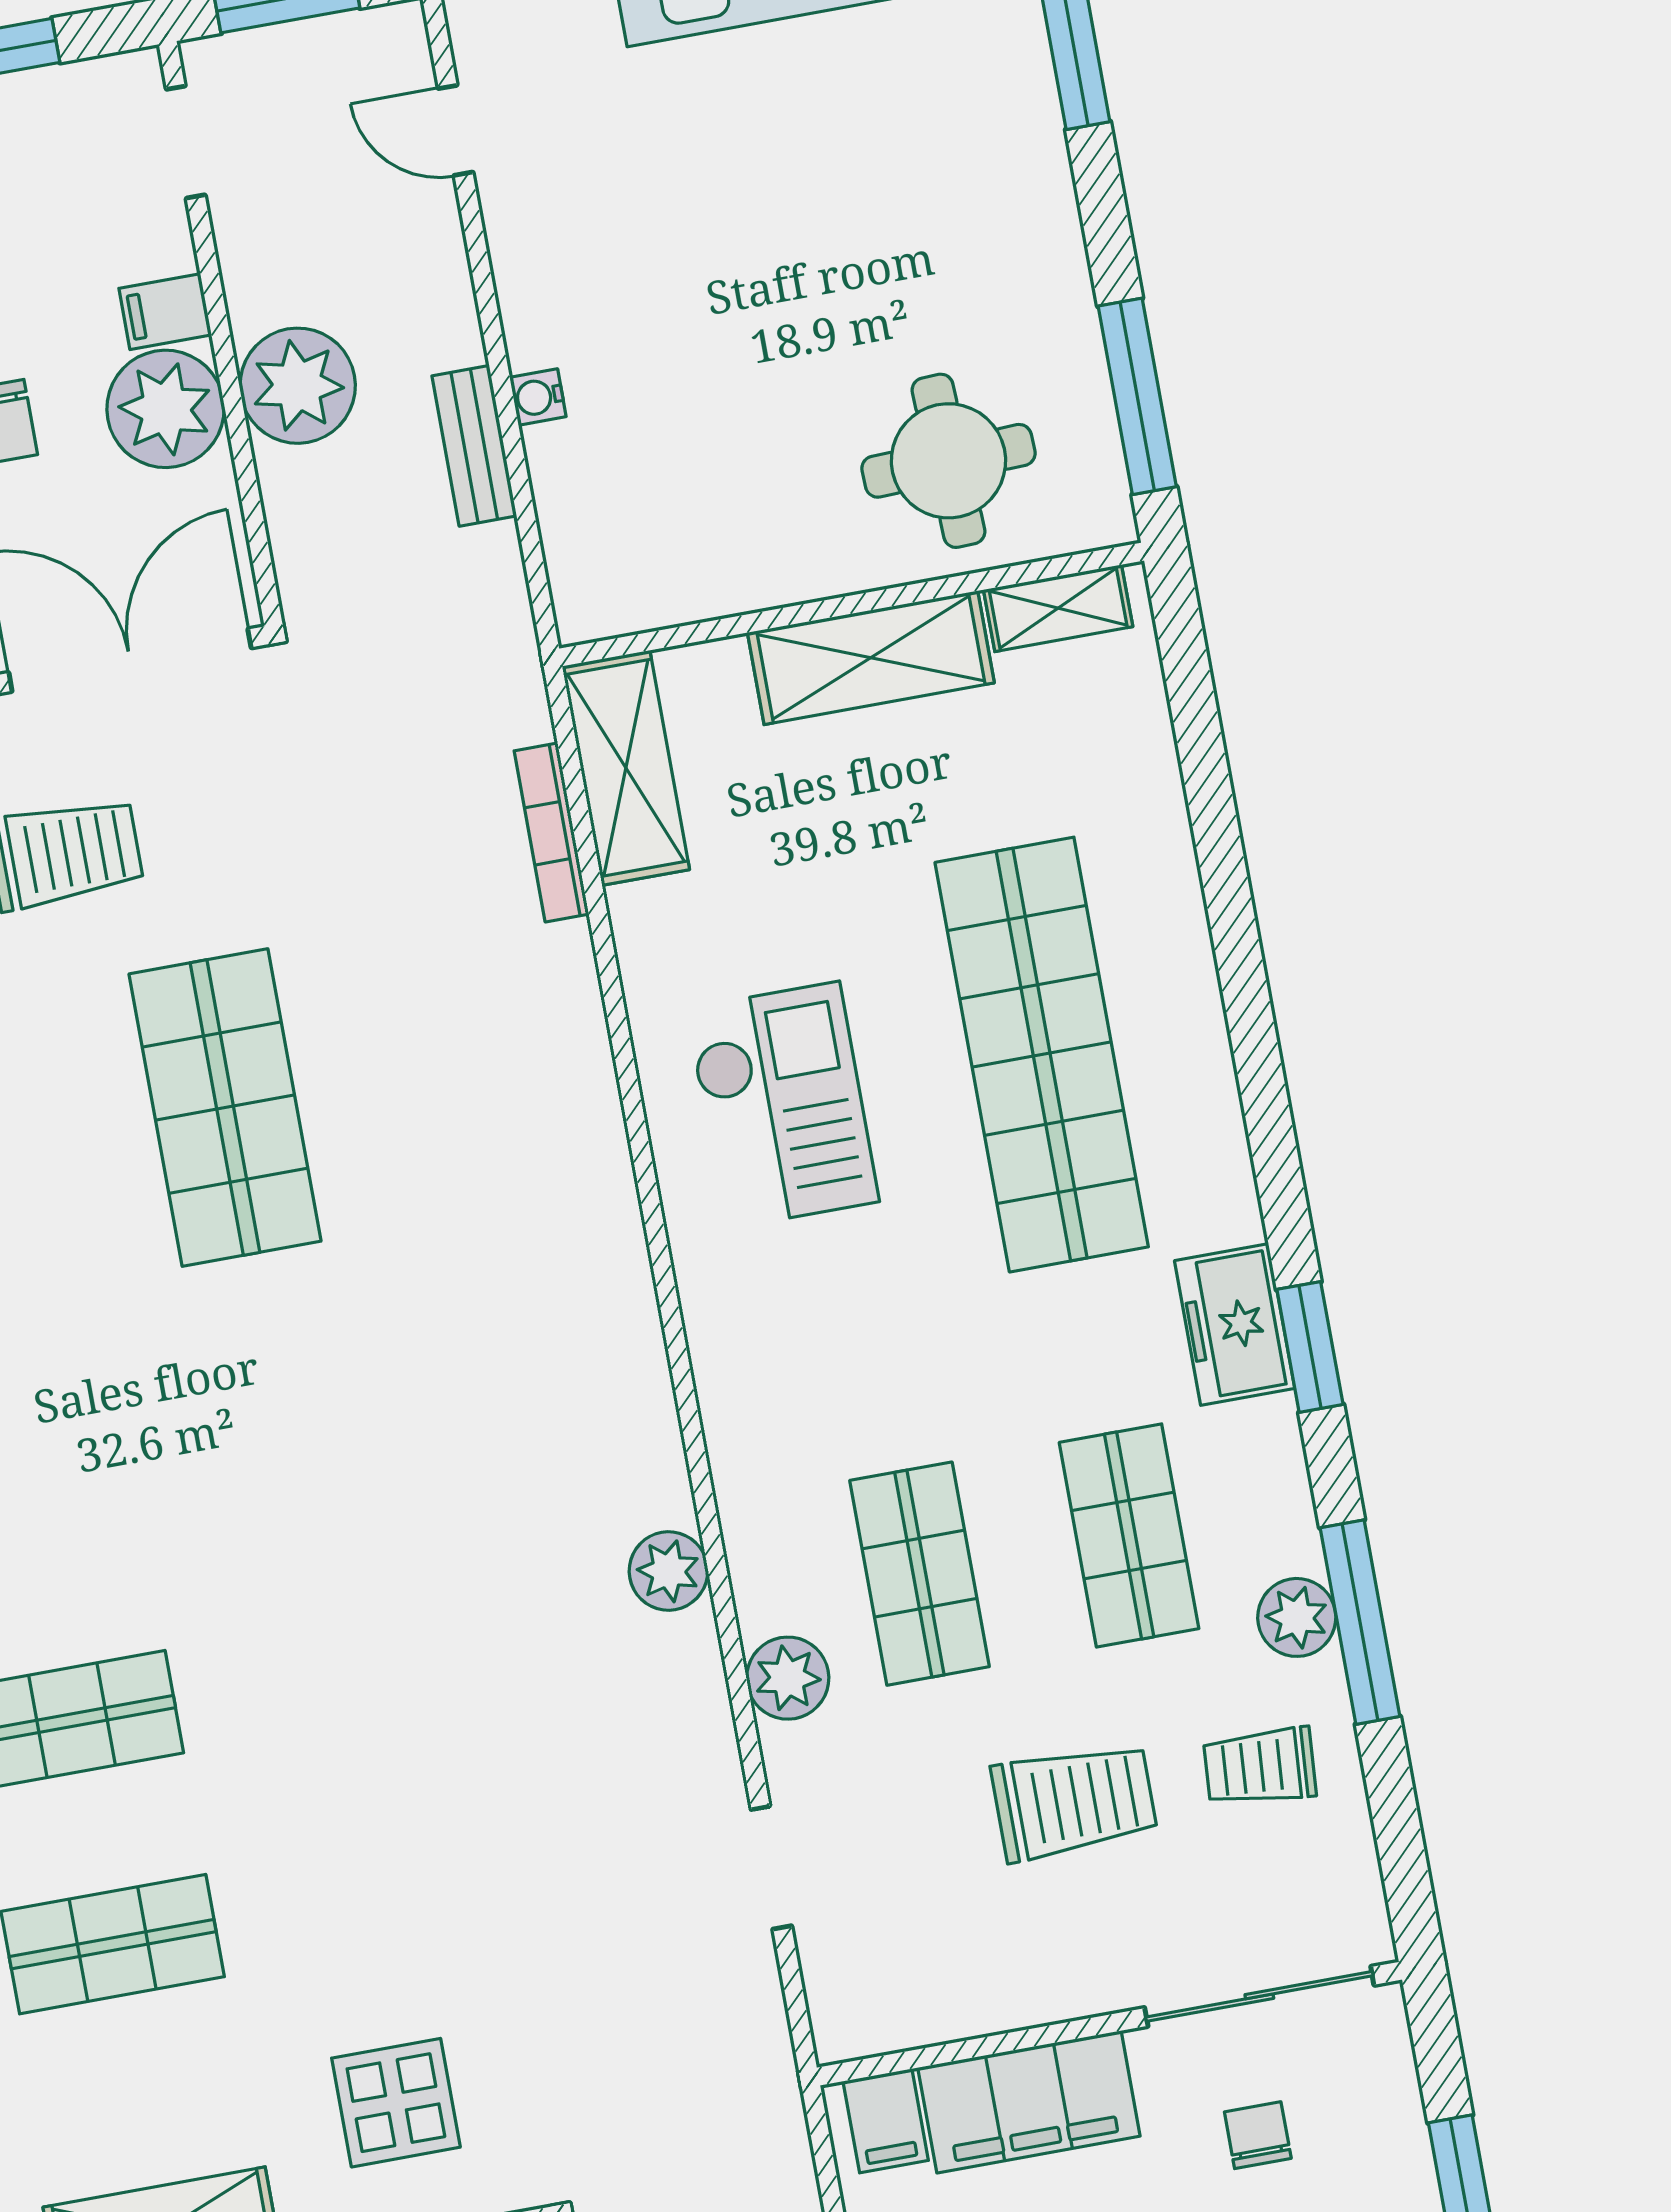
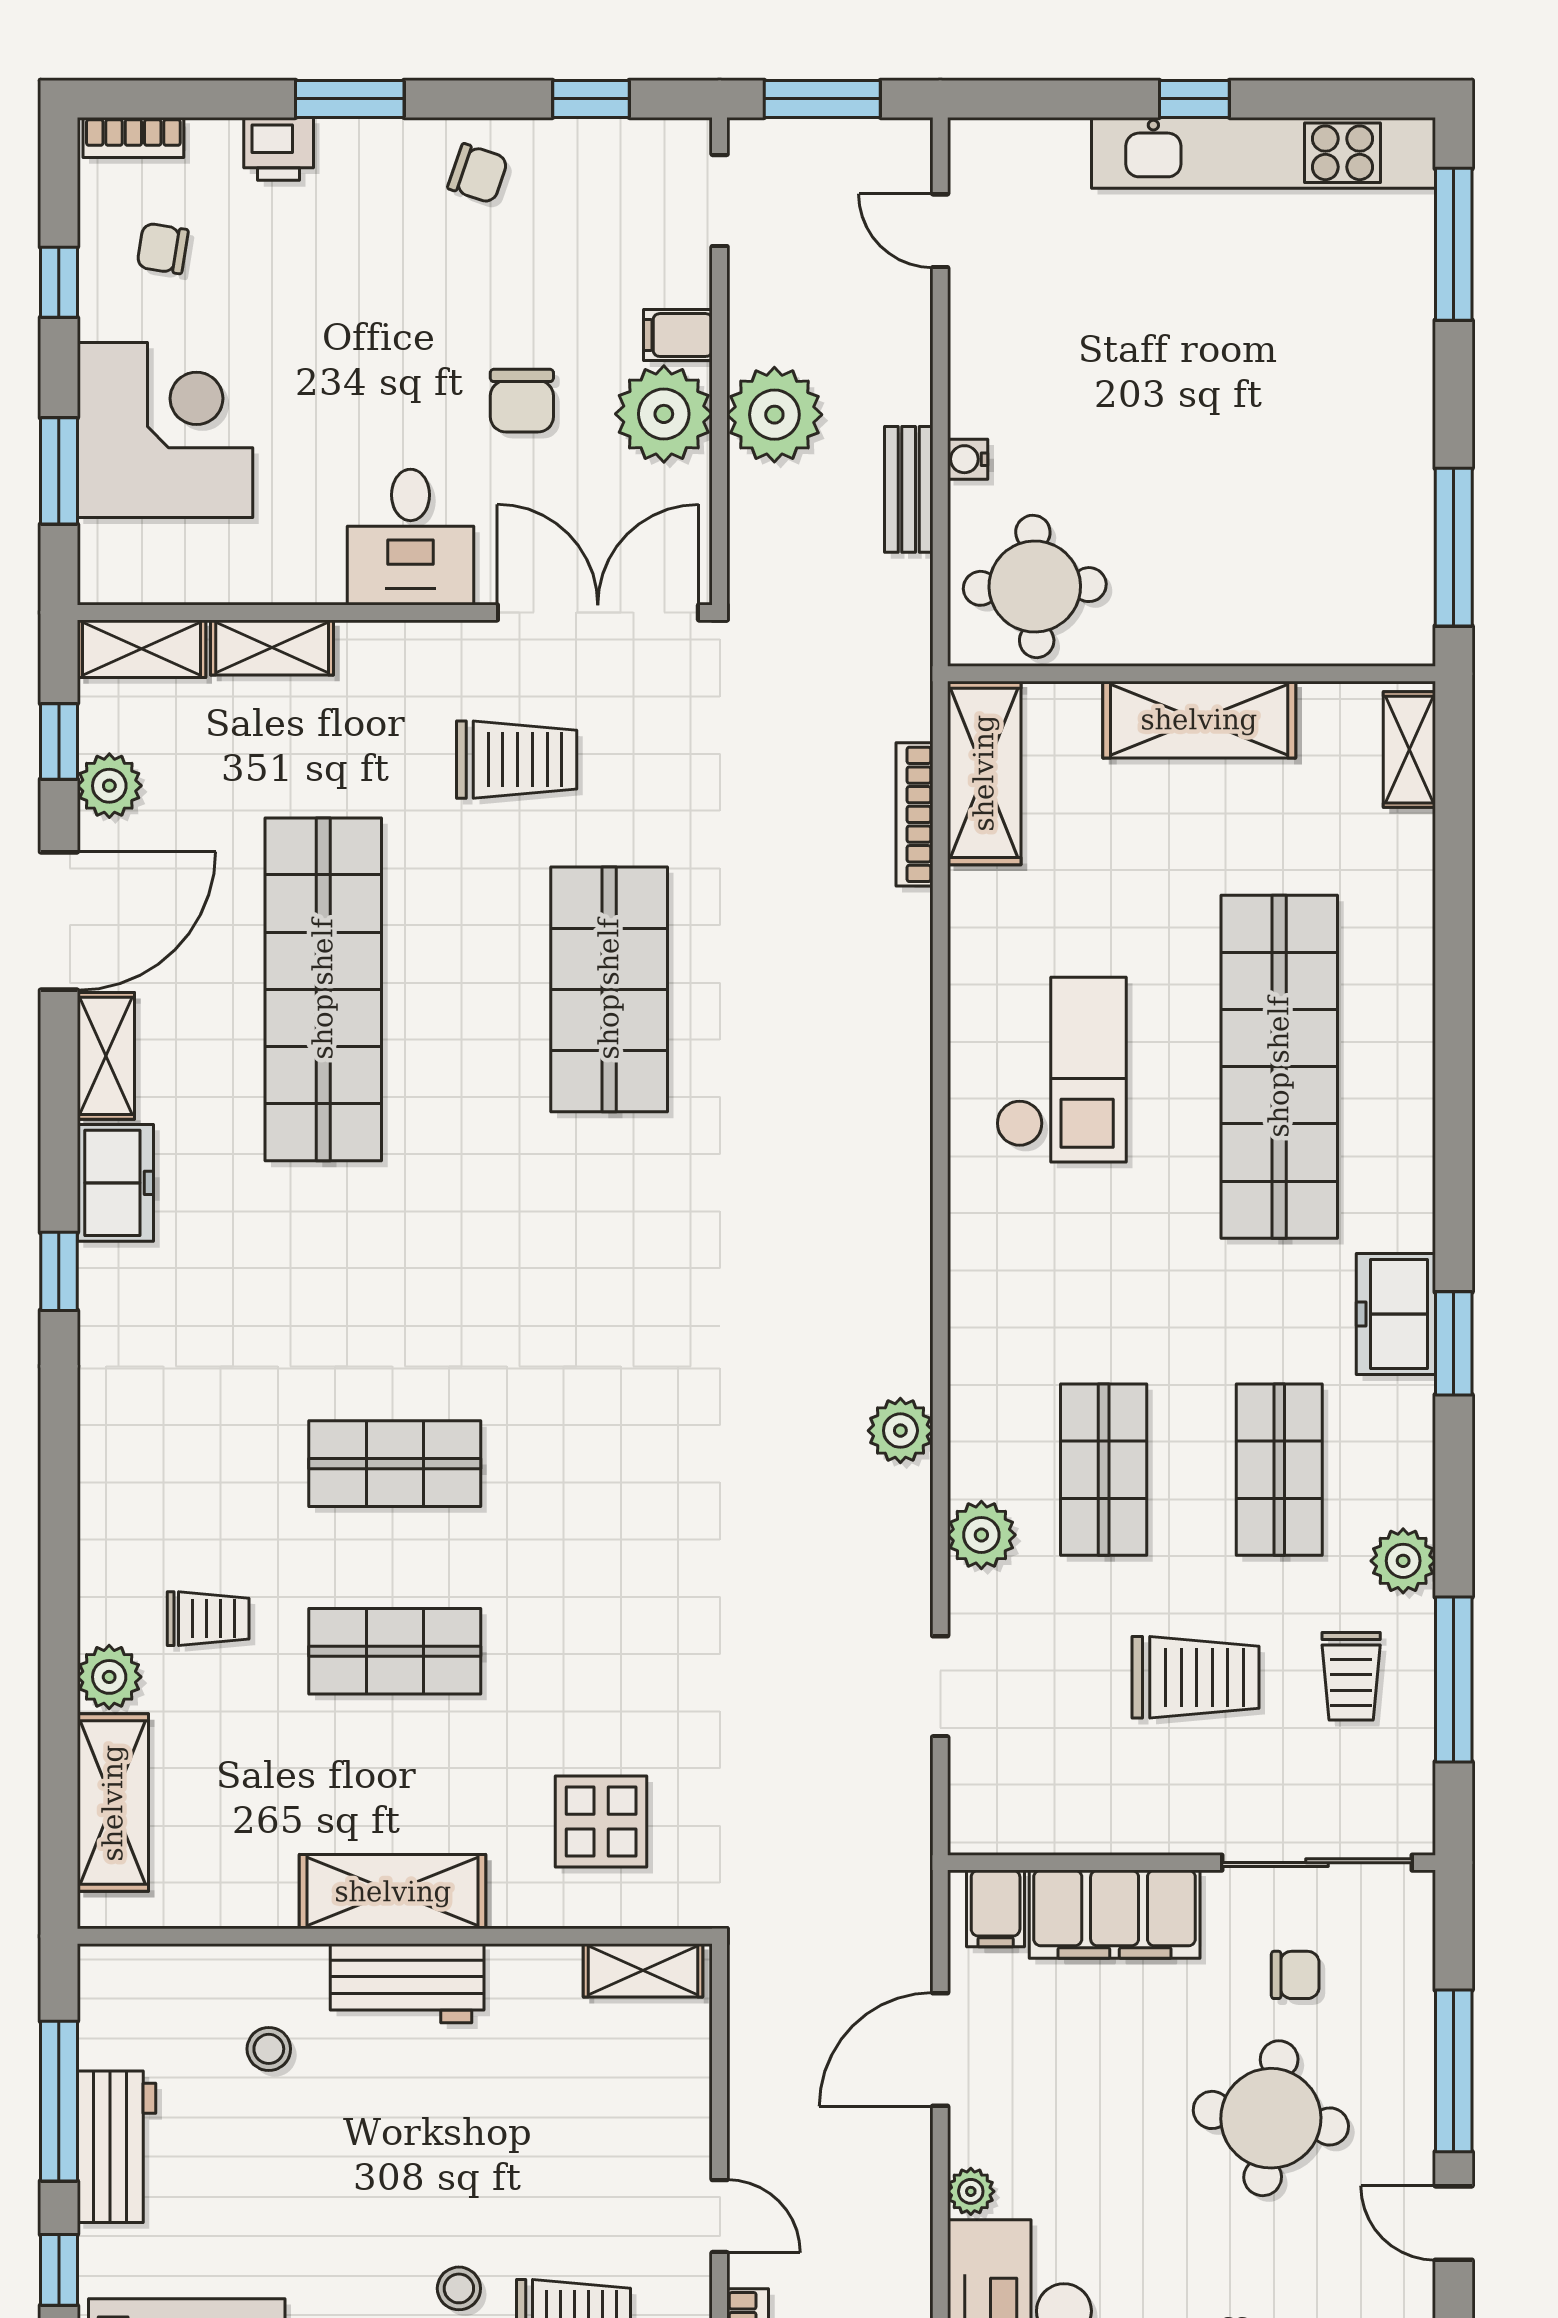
round table: (948, 461) -> (1035, 586), moved
shelving: (1058, 608) -> (1409, 750), moved, turned 90
window: (1360, 1622) -> (1454, 1679), moved
trolley: (1260, 1767) -> (1351, 1676), turned -94
chair: (1258, 2135) -> (1295, 1975), turned 90

